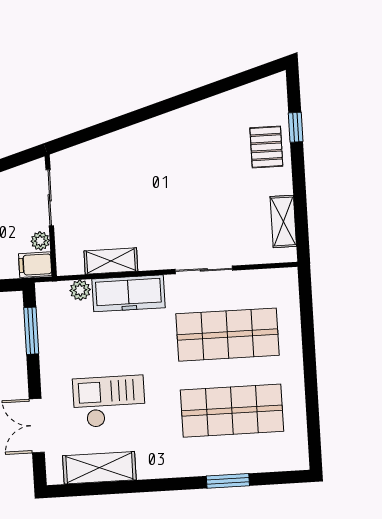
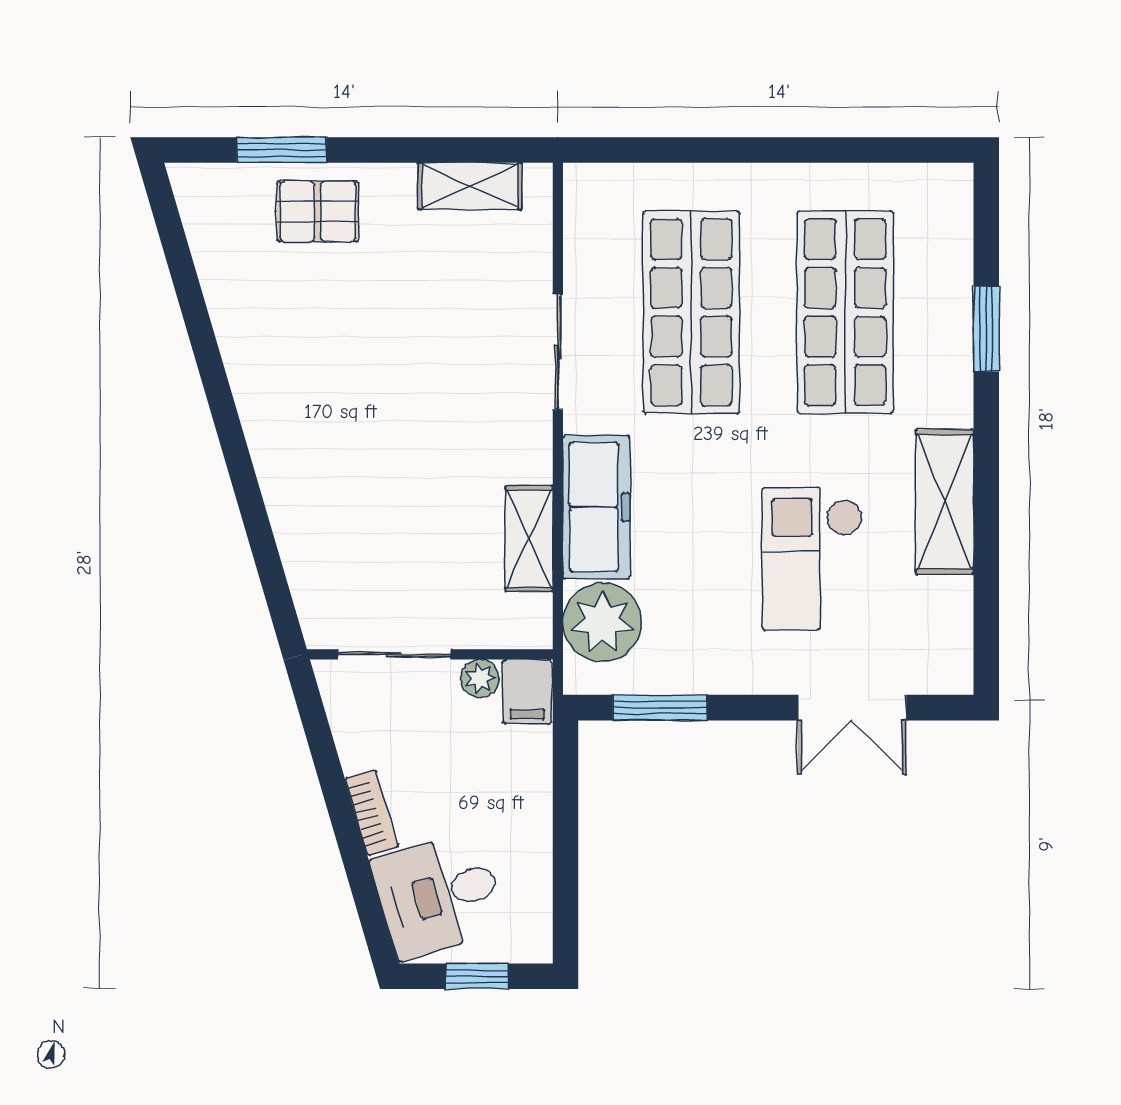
window: (296, 127) -> (282, 150), width x1.50
plant: (80, 290) -> (602, 622), width x1.87, depth x1.87
shelving: (99, 468) -> (945, 502), moved

